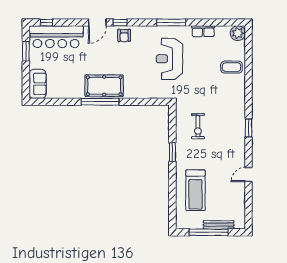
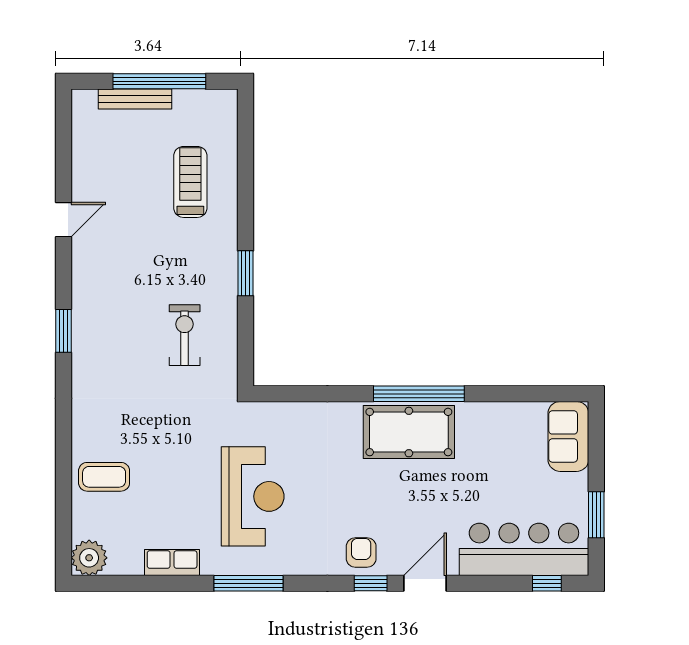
treadmill: (195, 190) -> (190, 182), width x0.73, depth x0.73

